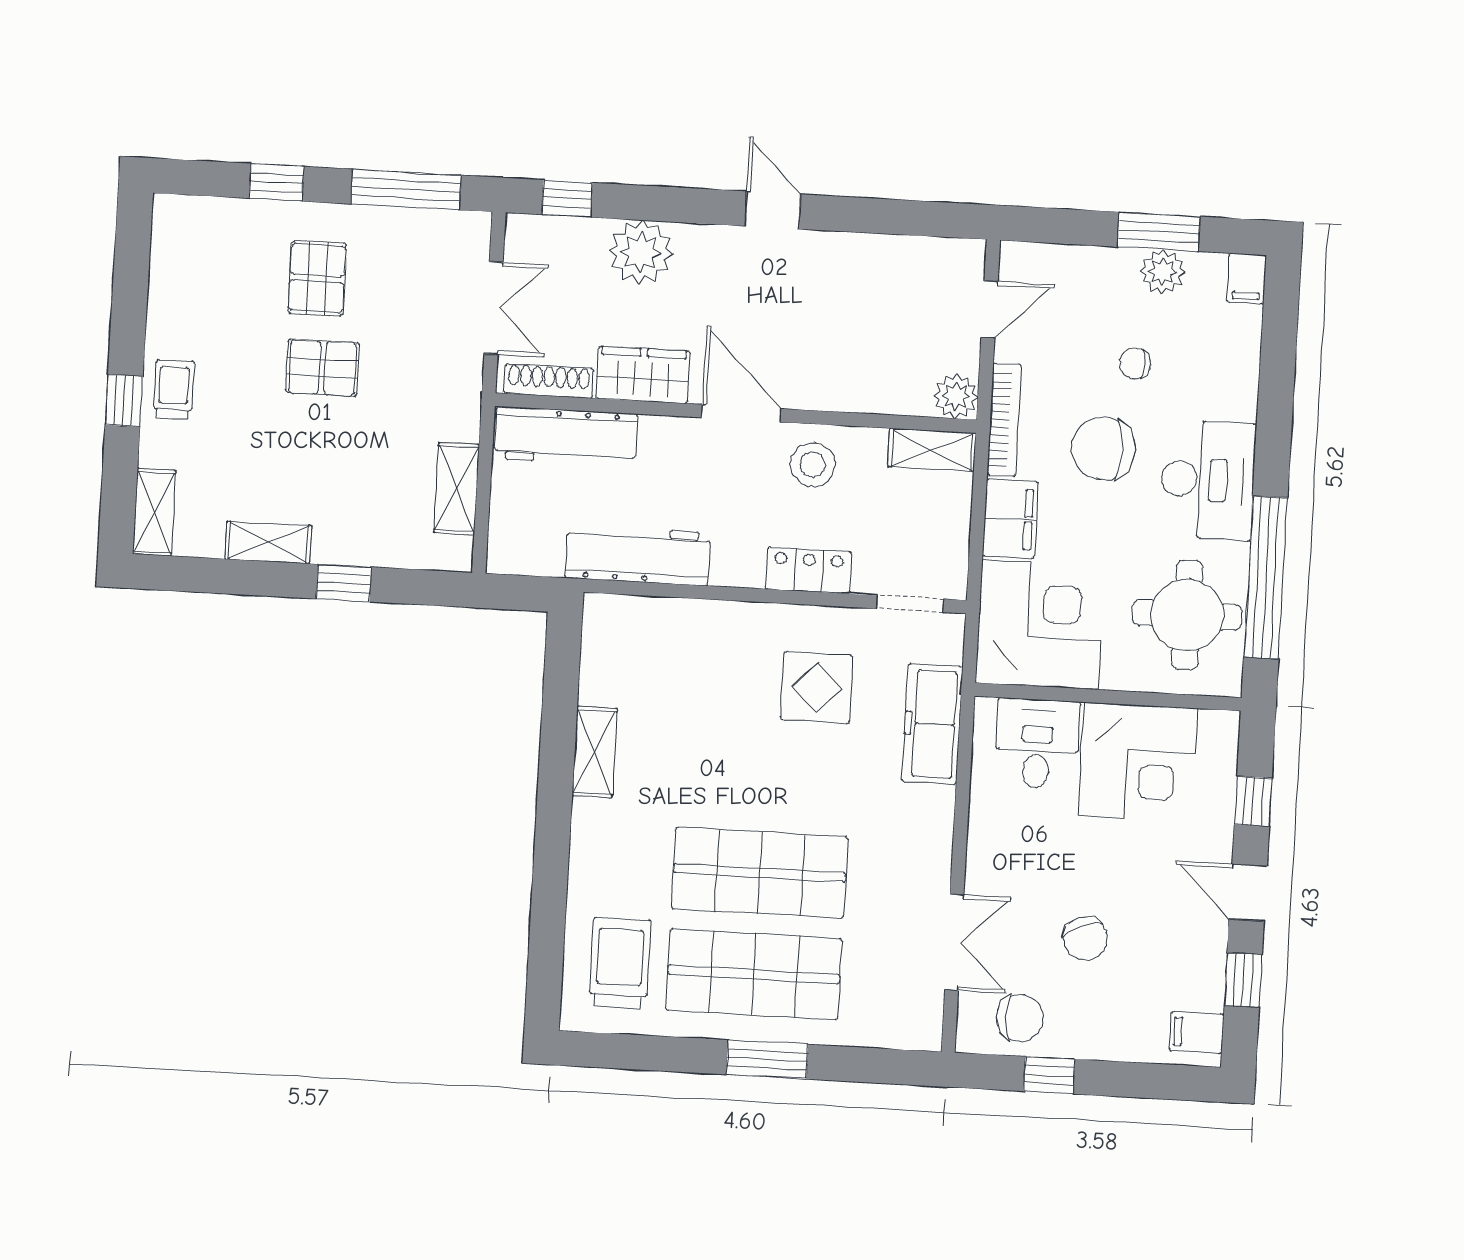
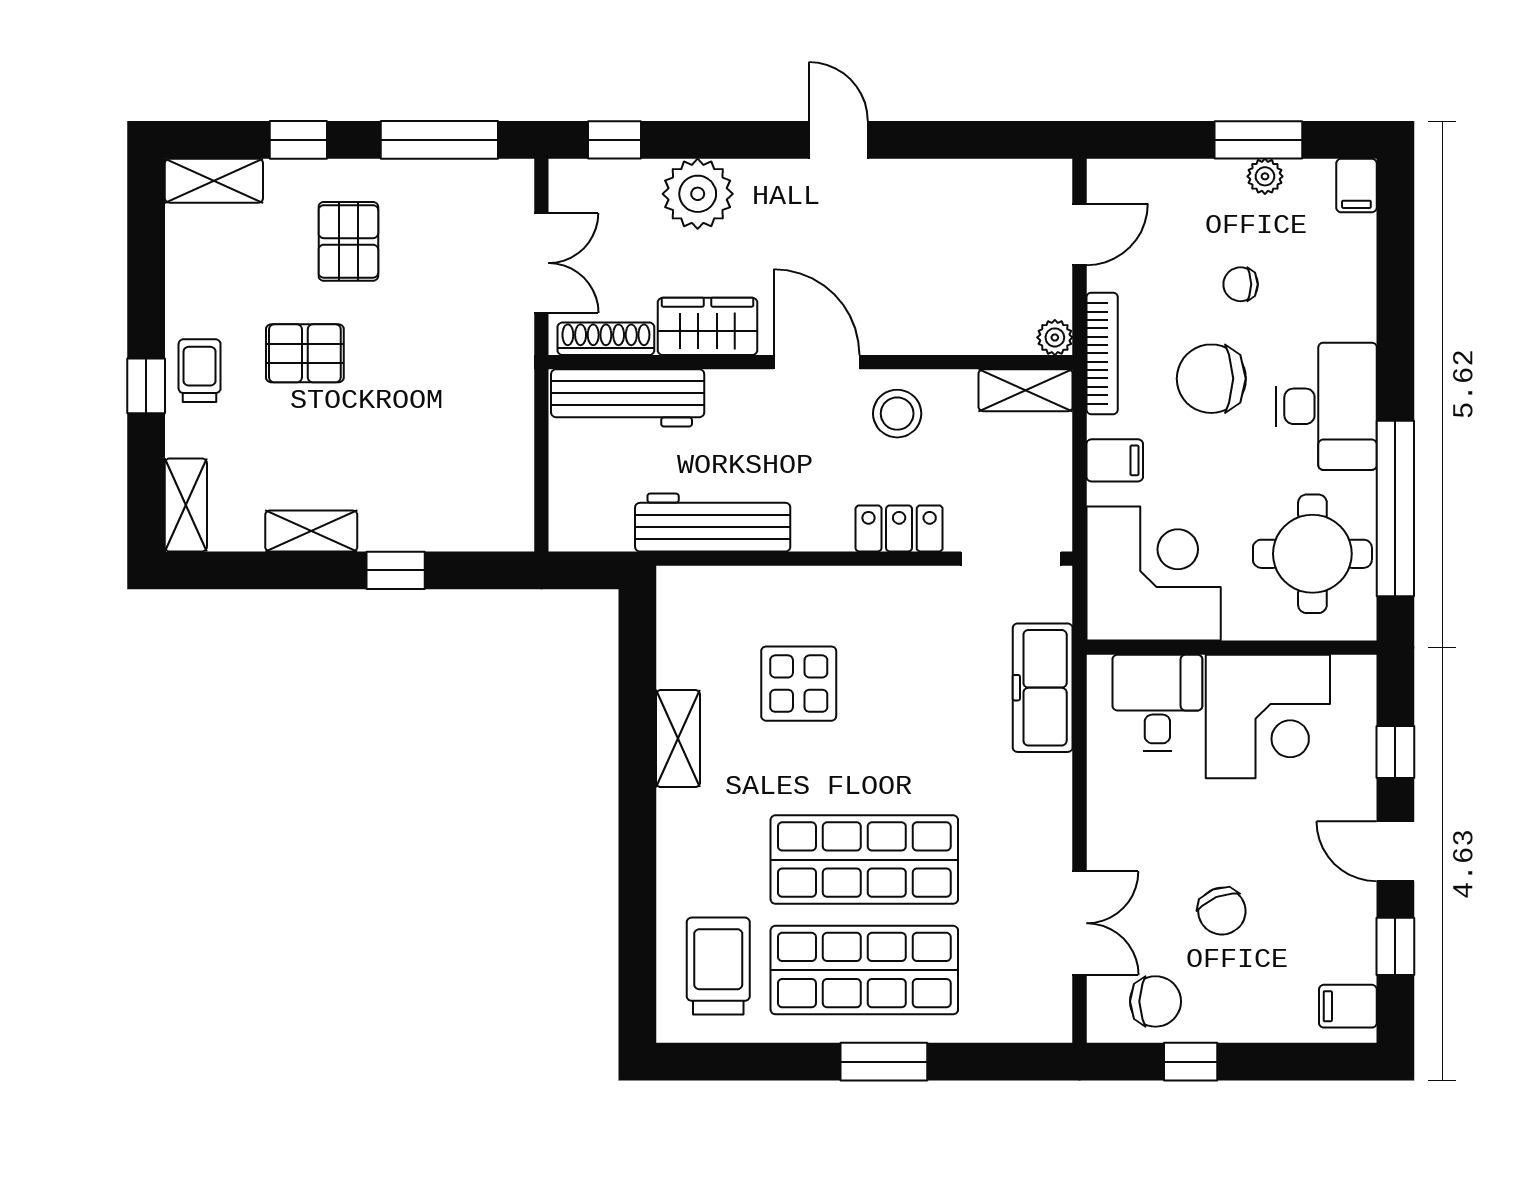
plant: (1163, 272) -> (1265, 176), width x0.73, depth x0.73
pallet: (322, 368) -> (305, 353), moved
plant: (956, 396) -> (1055, 337), width x0.73, depth x0.73
shelving: (457, 489) -> (214, 181), moved, turned 90
filing cabinet: (1010, 519) -> (1115, 460), width x0.50
doorway: (910, 604) -> (1011, 559), width x1.38
display table: (817, 687) -> (799, 684), moved

